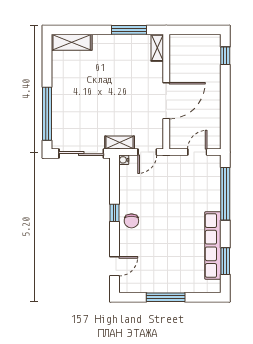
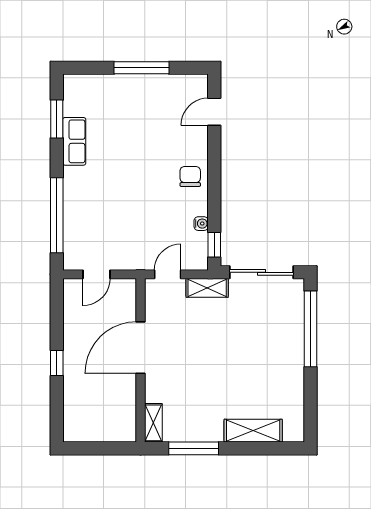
shelving: (72, 42) -> (253, 431), moved
window: (225, 56) -> (57, 363), moved
water cooler: (124, 160) -> (201, 224), moved
window: (115, 213) -> (214, 245), moved
row of seats: (213, 246) -> (74, 141), width x0.50

